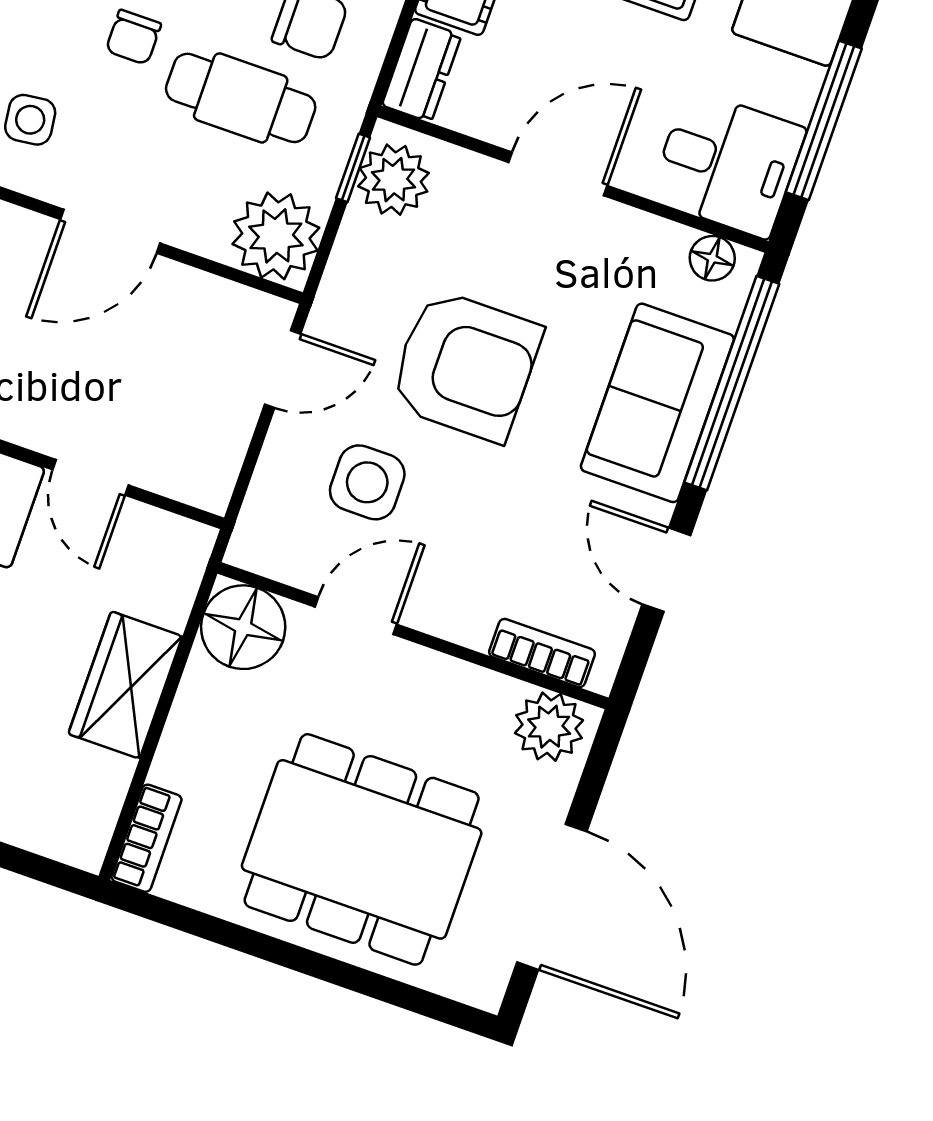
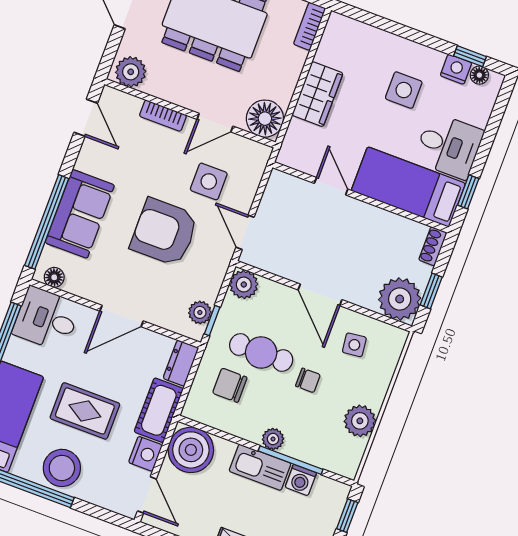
chair: (133, 37) -> (308, 380), turned 90
plant: (393, 180) -> (200, 312), width x0.73, depth x0.73
door: (110, 231) -> (320, 295), swing flipped
plant: (276, 236) -> (244, 285), width x0.73, depth x0.73
door: (283, 369) -> (245, 232), hinge flipped
door: (666, 570) -> (86, 118), moved
bookcase: (542, 653) -> (163, 116), moved

